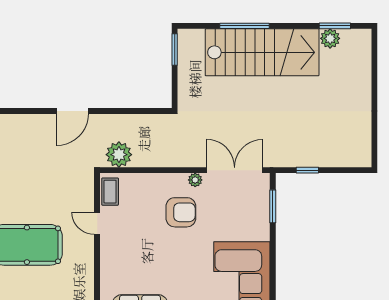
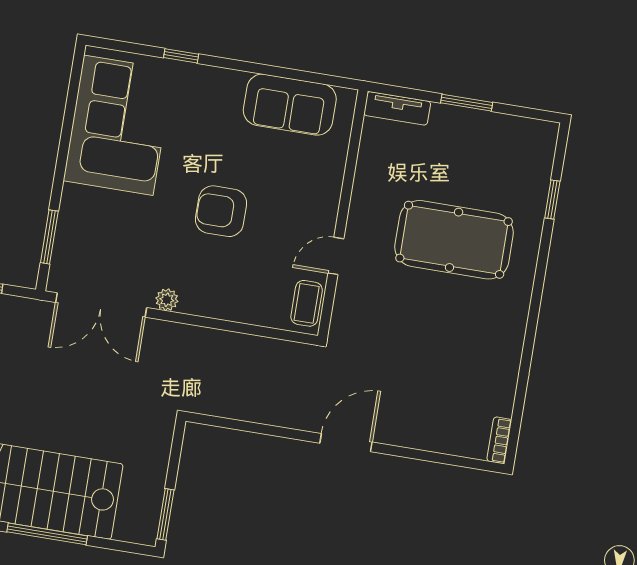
plant: (119, 155) -> (283, 361), removed
armchair: (181, 212) -> (221, 211), moved
door: (97, 223) -> (336, 256), swing flipped

